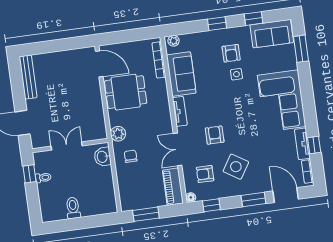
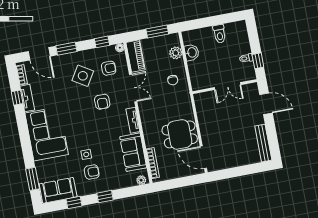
armchair: (231, 53) -> (92, 172), turned 90
plant: (118, 134) -> (176, 53), moved
washbasin: (103, 157) -> (192, 52), moved

